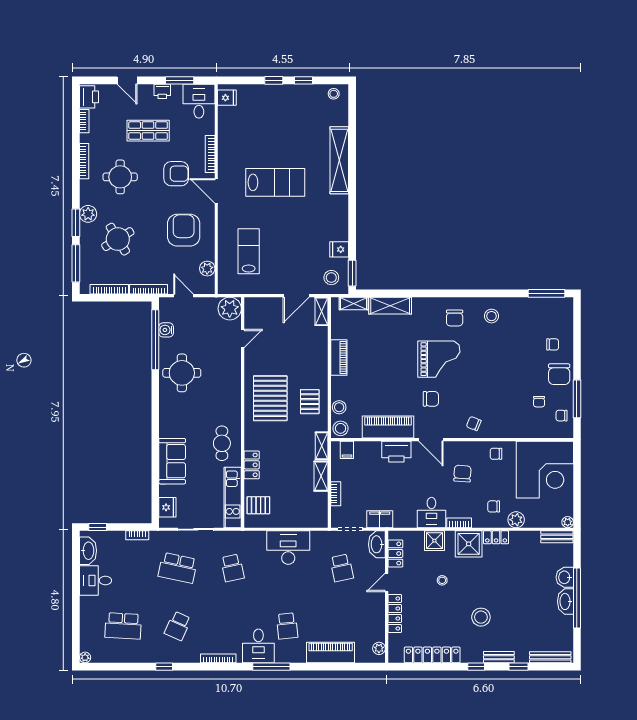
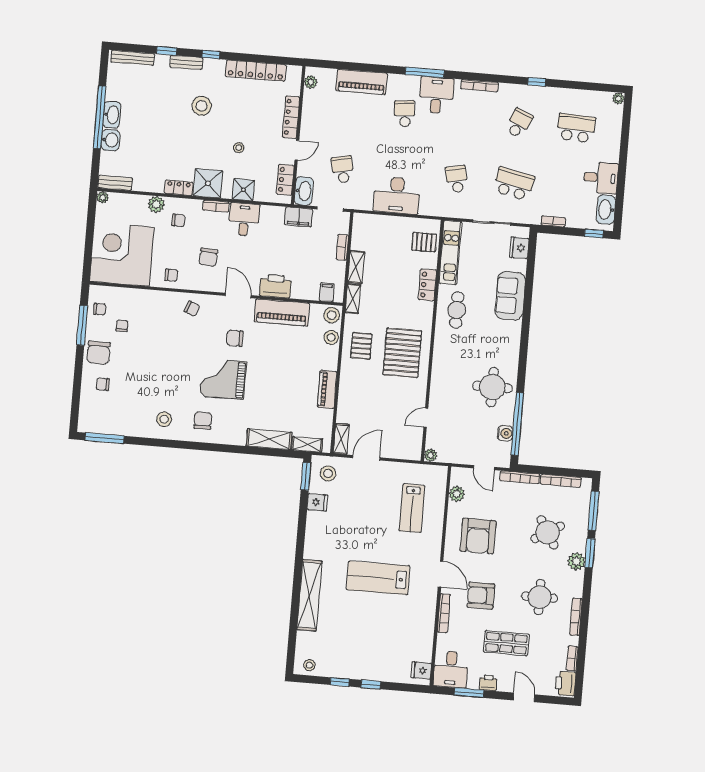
plant: (230, 309) -> (431, 455), width x0.53, depth x0.53
chair: (559, 374) -> (99, 353), turned 180

